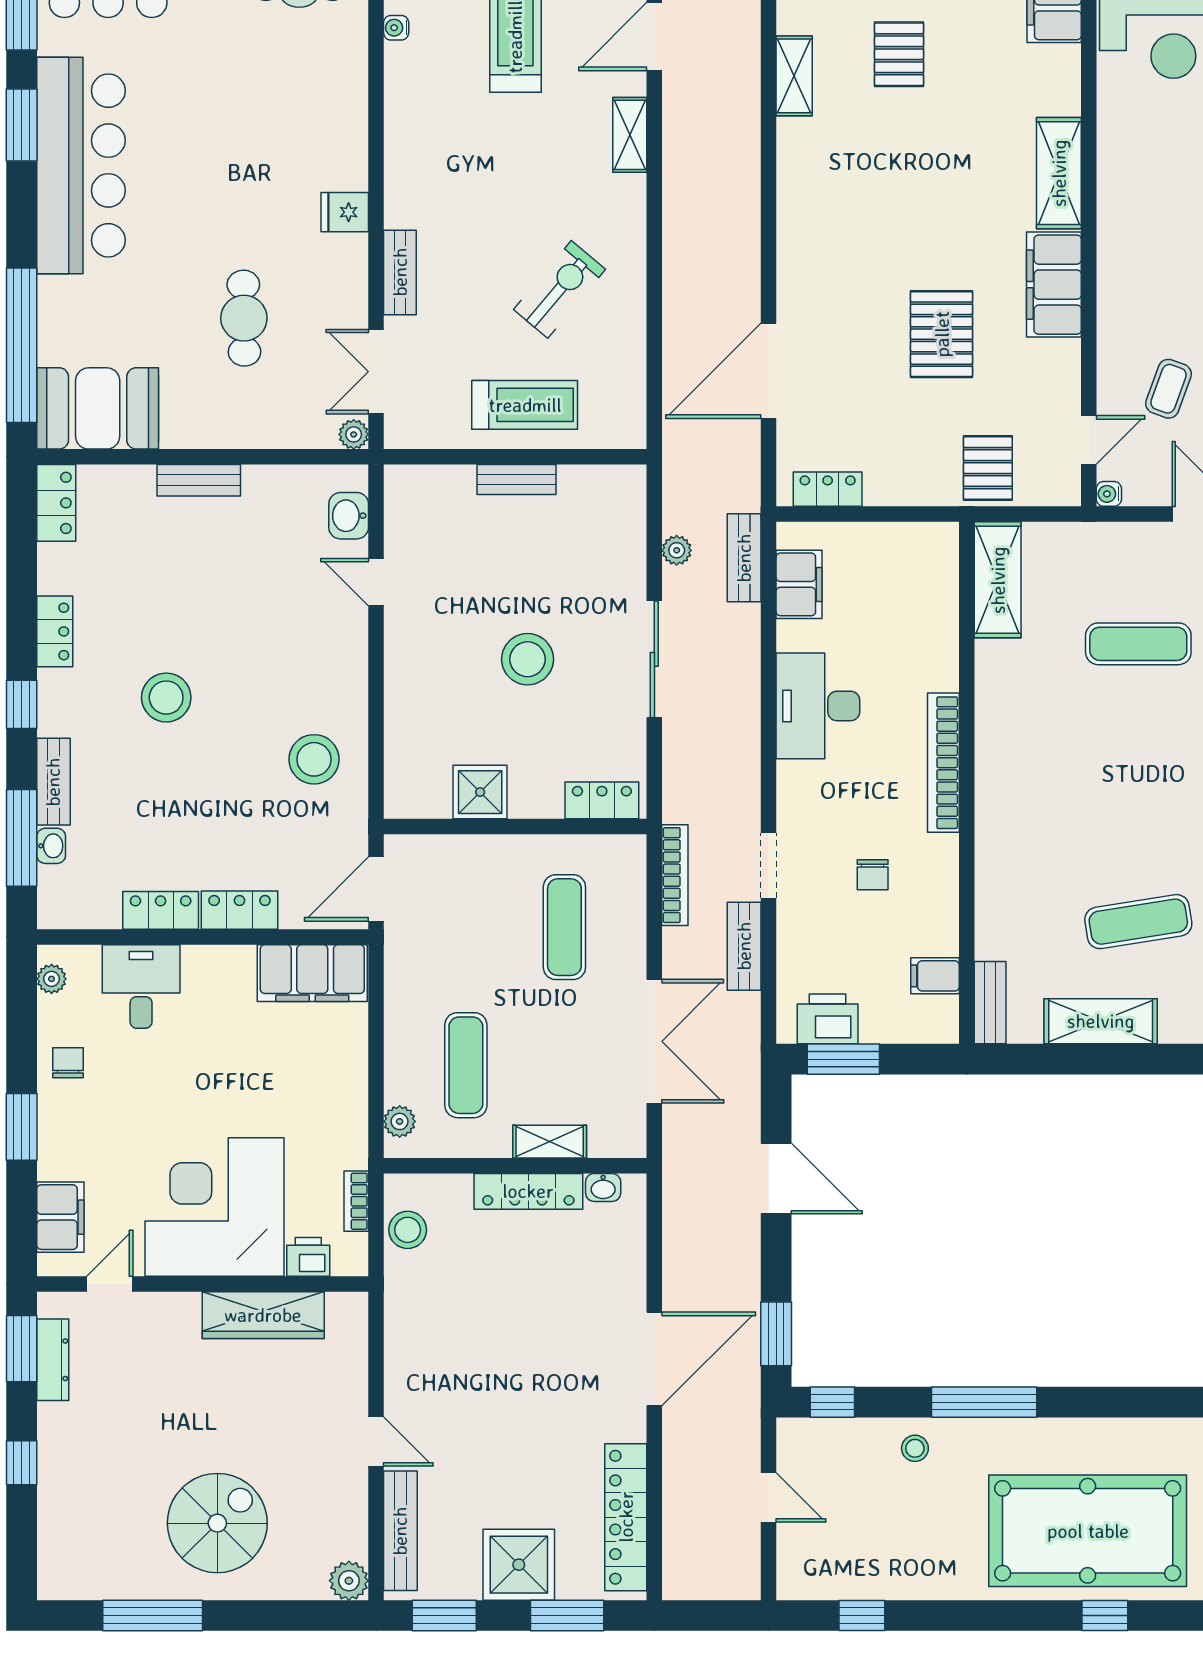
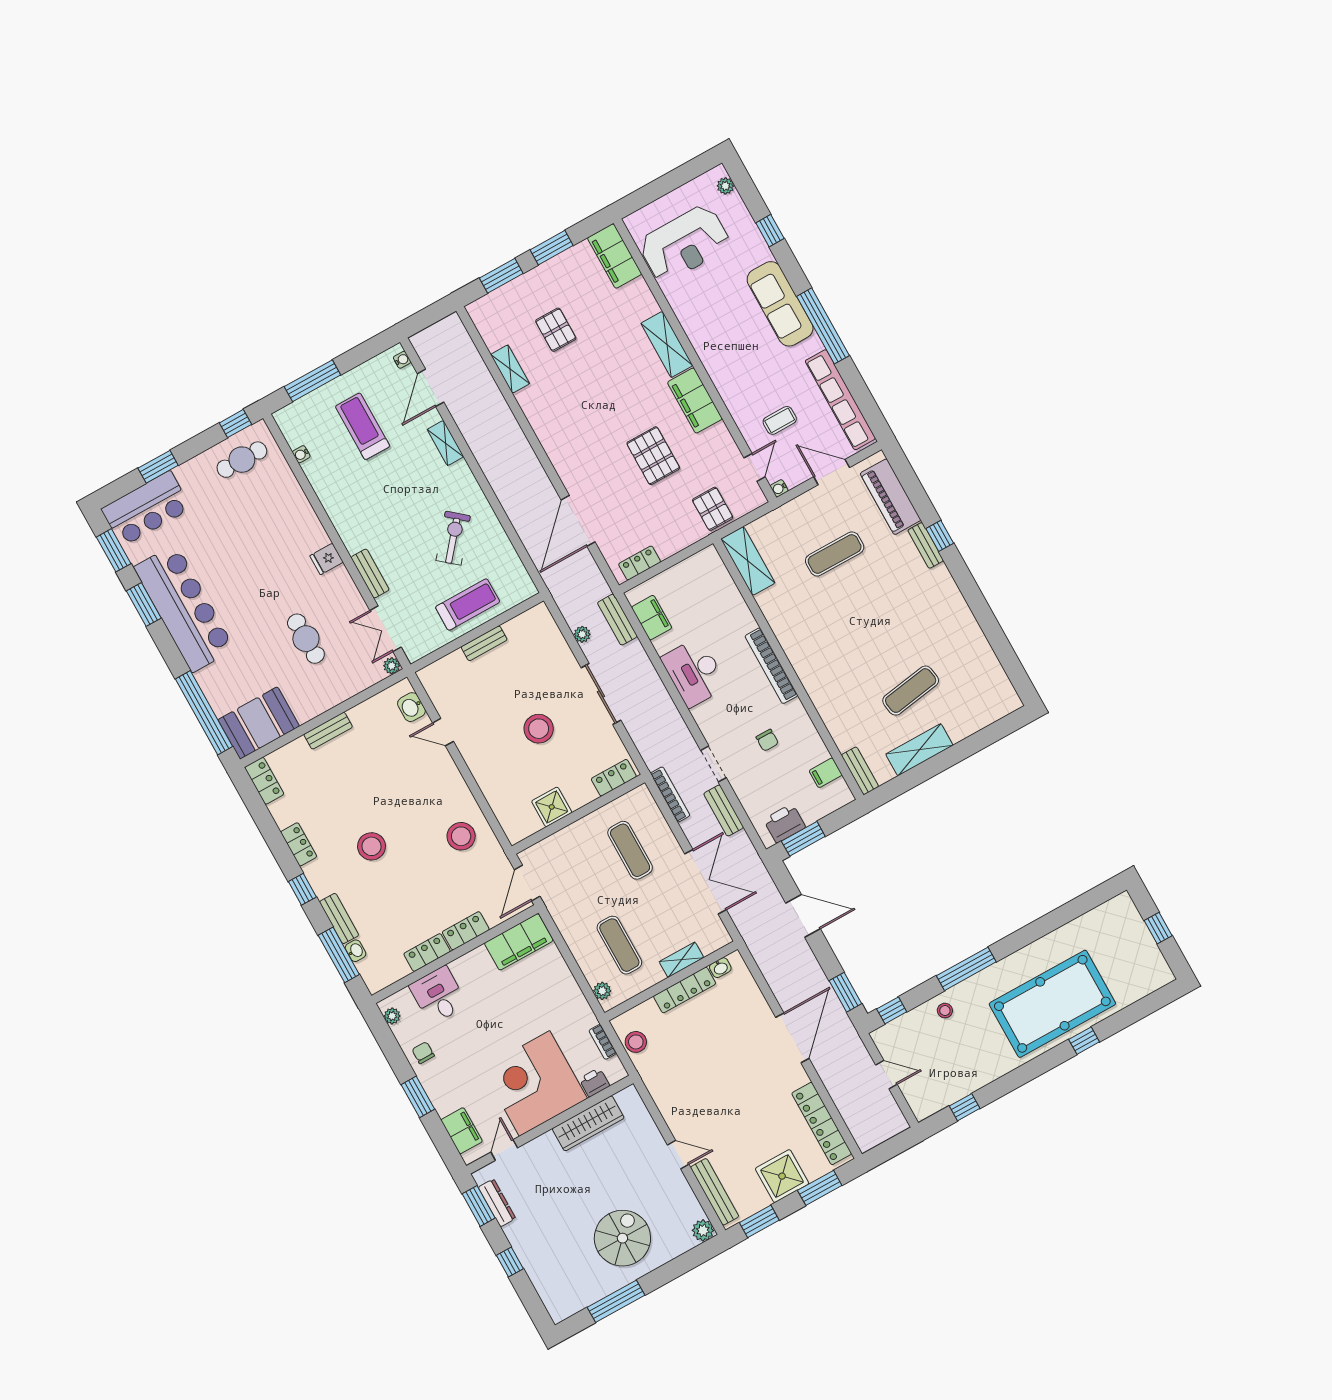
coffee table: (1169, 389) -> (780, 420), turned 70

